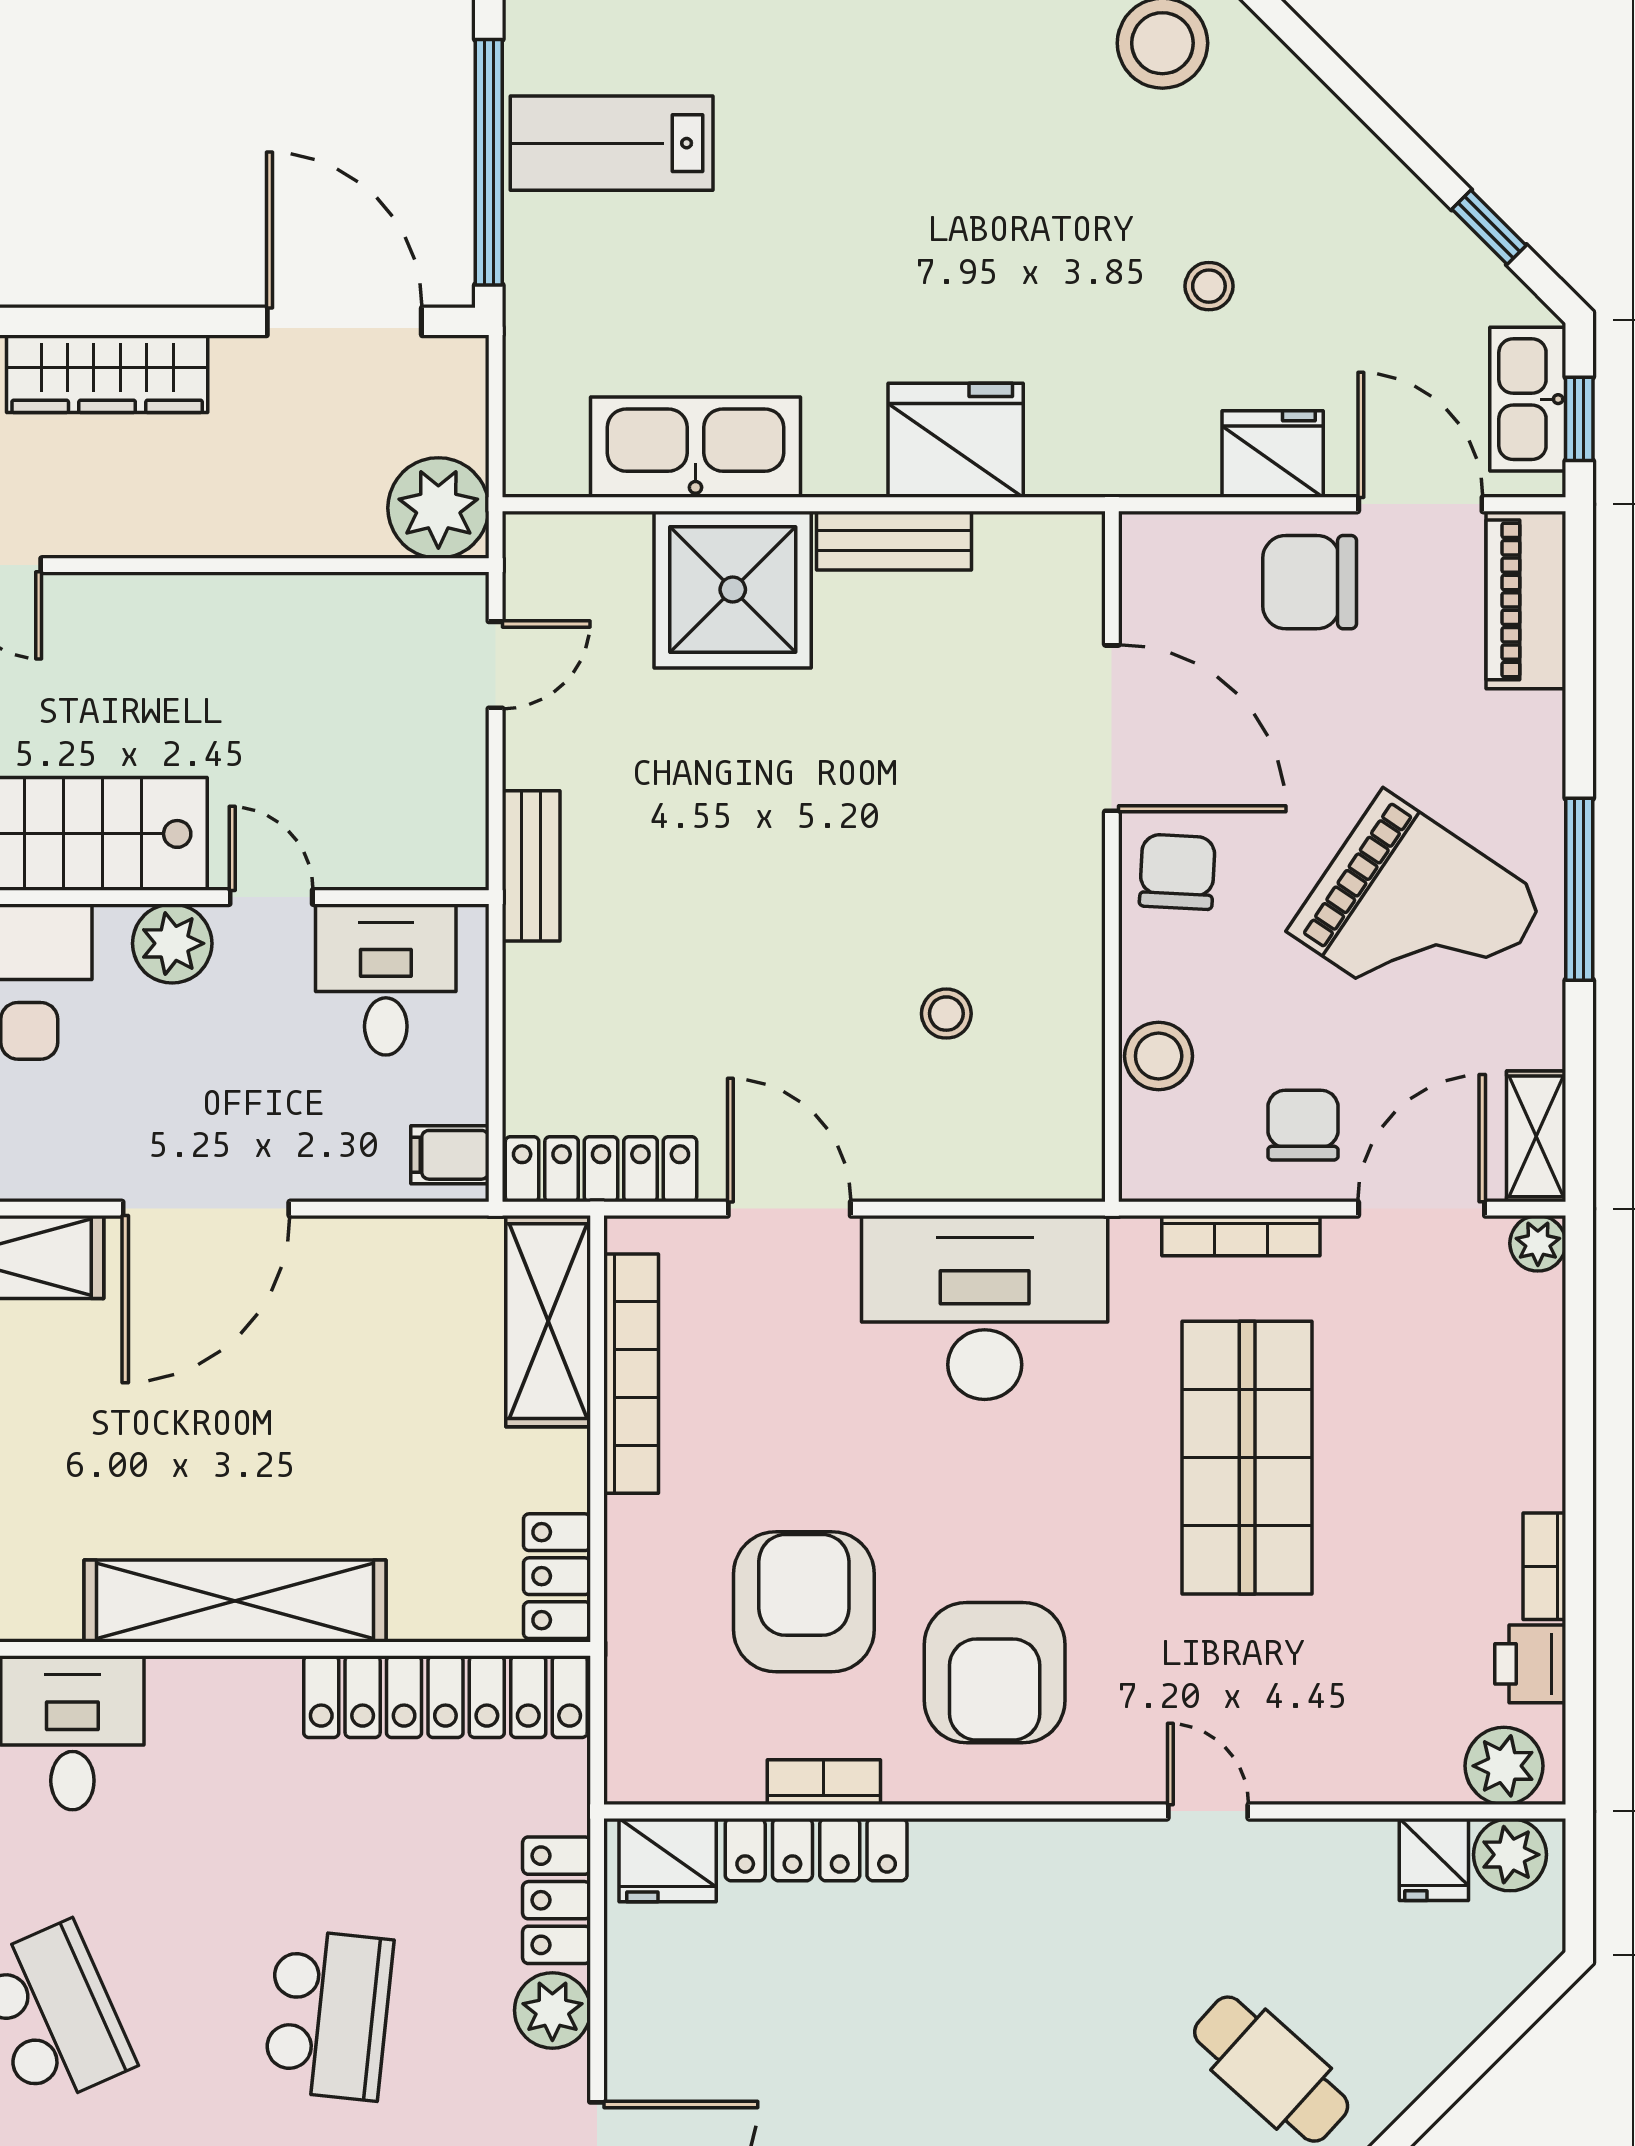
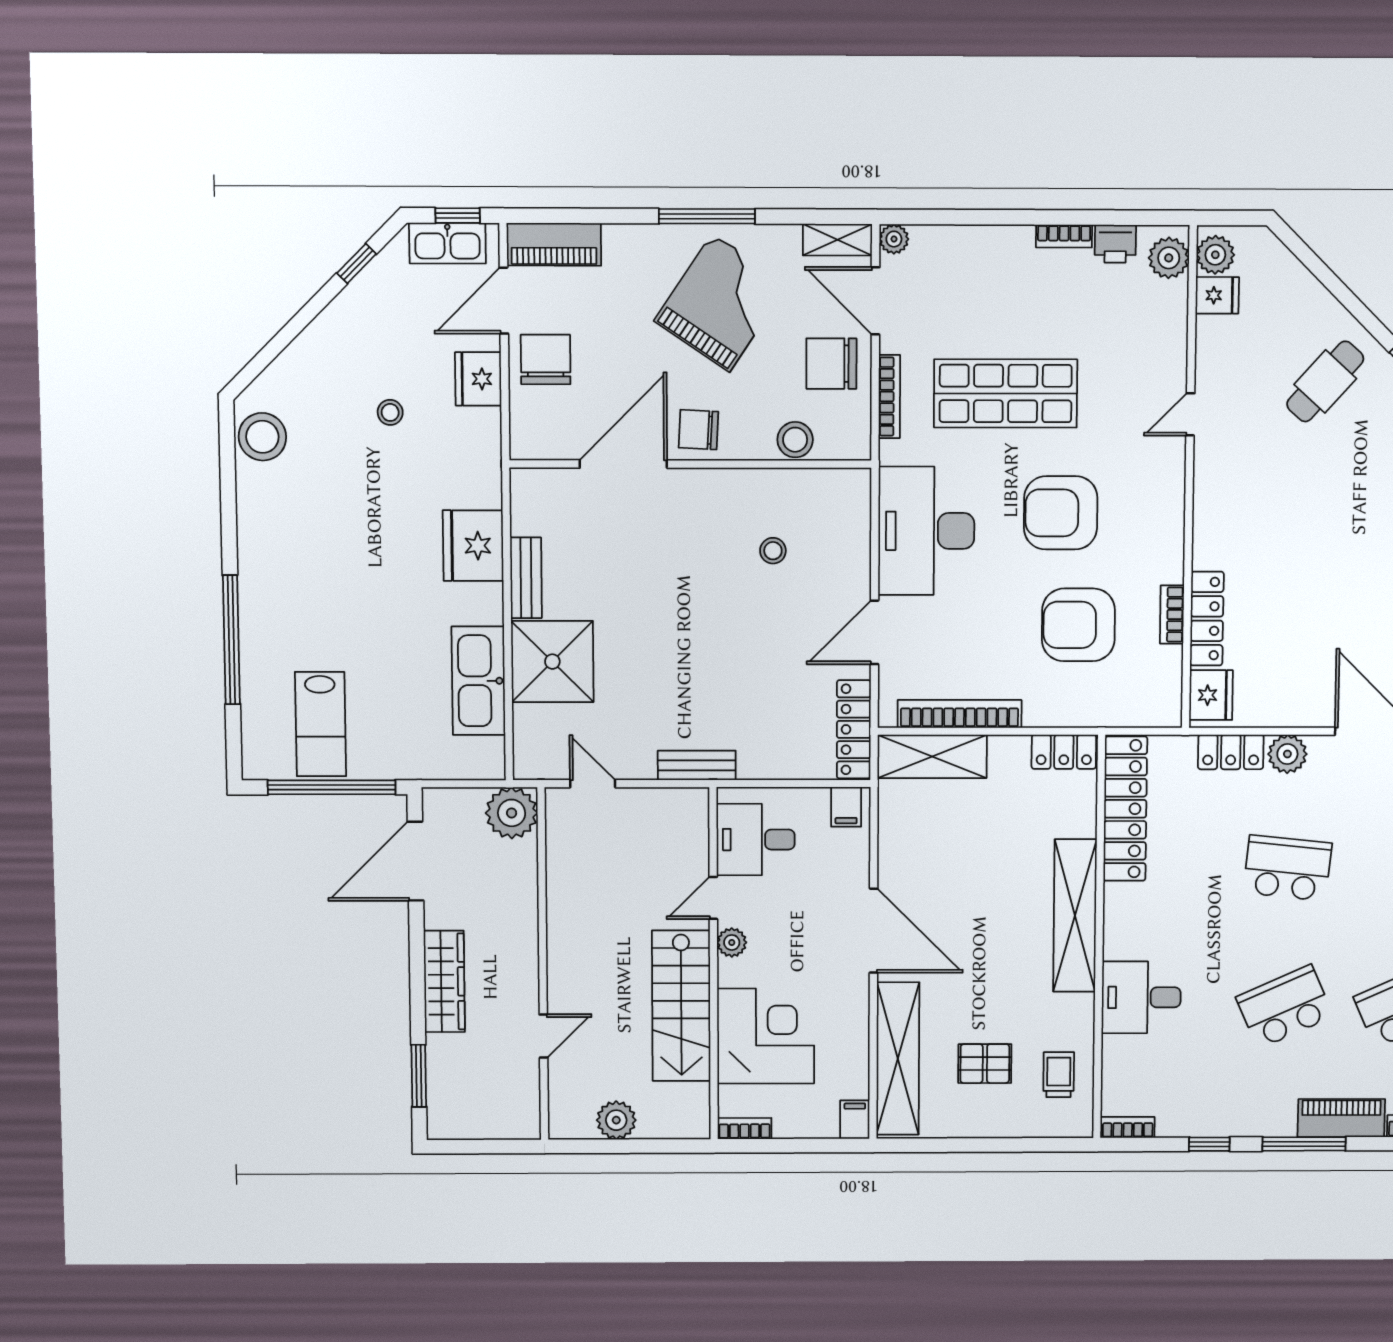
chair: (1310, 582) -> (546, 359), turned 180
plant: (172, 943) -> (732, 942), width x0.73, depth x0.73
chair: (1303, 1125) -> (831, 364), width x1.37, depth x1.37
armchair: (995, 1673) -> (1061, 513), moved, turned 180

